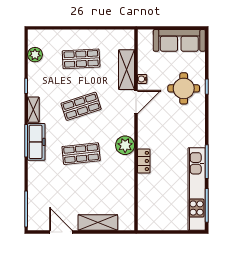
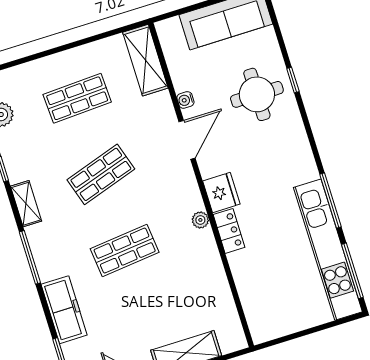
shelving: (127, 70) -> (145, 60), moved
fridge: (146, 138) -> (221, 192), added
freezer: (36, 142) -> (64, 310), moved
plant: (125, 145) -> (200, 220), width x0.53, depth x0.53

